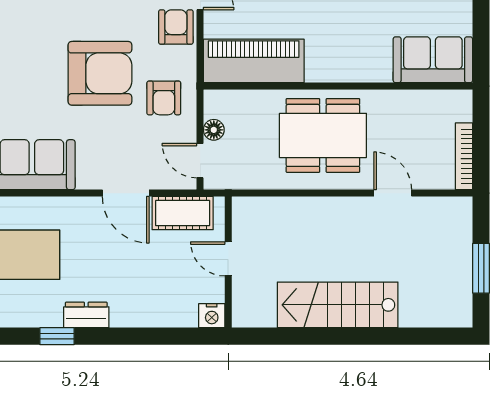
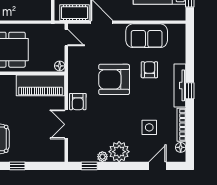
armchair: (164, 98) -> (149, 70), moved
floor lamp: (214, 130) -> (60, 66), moved

